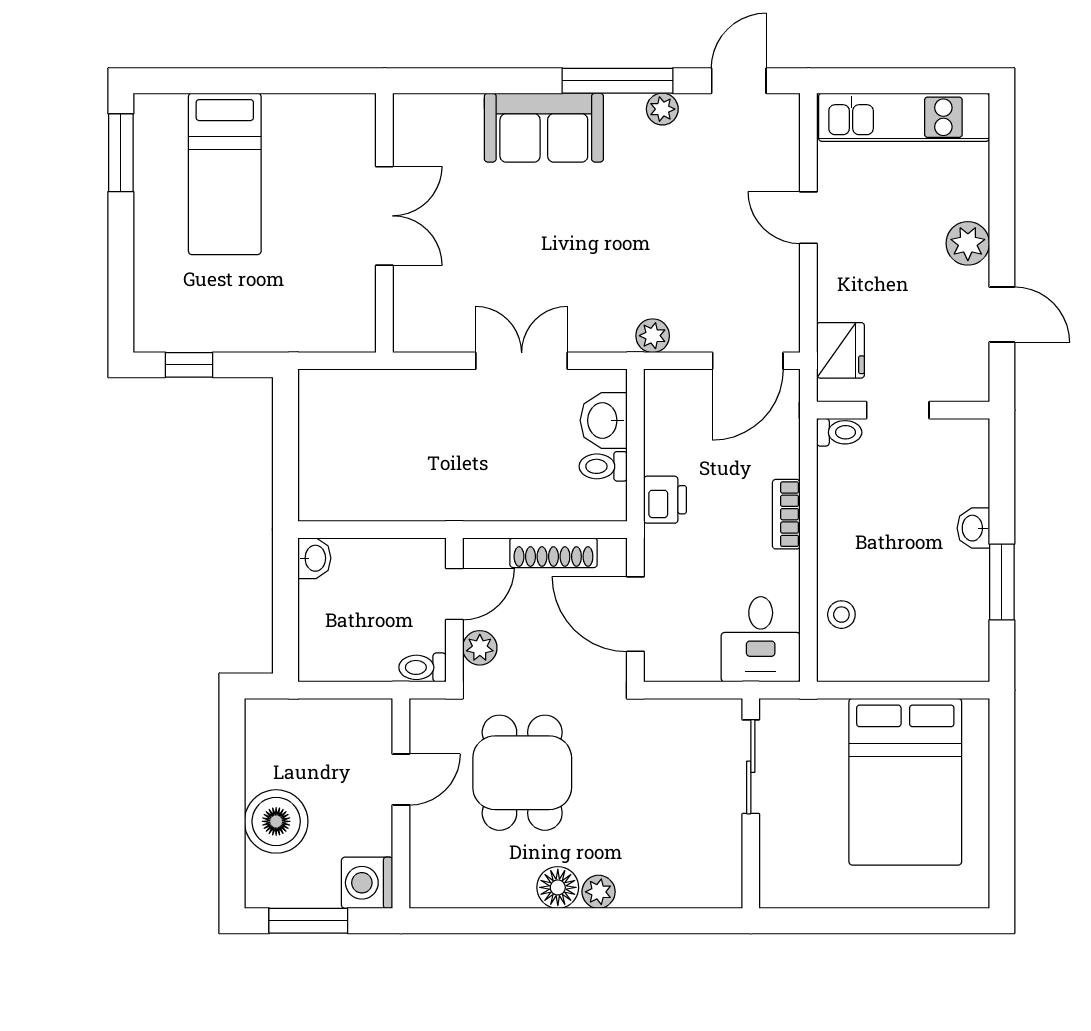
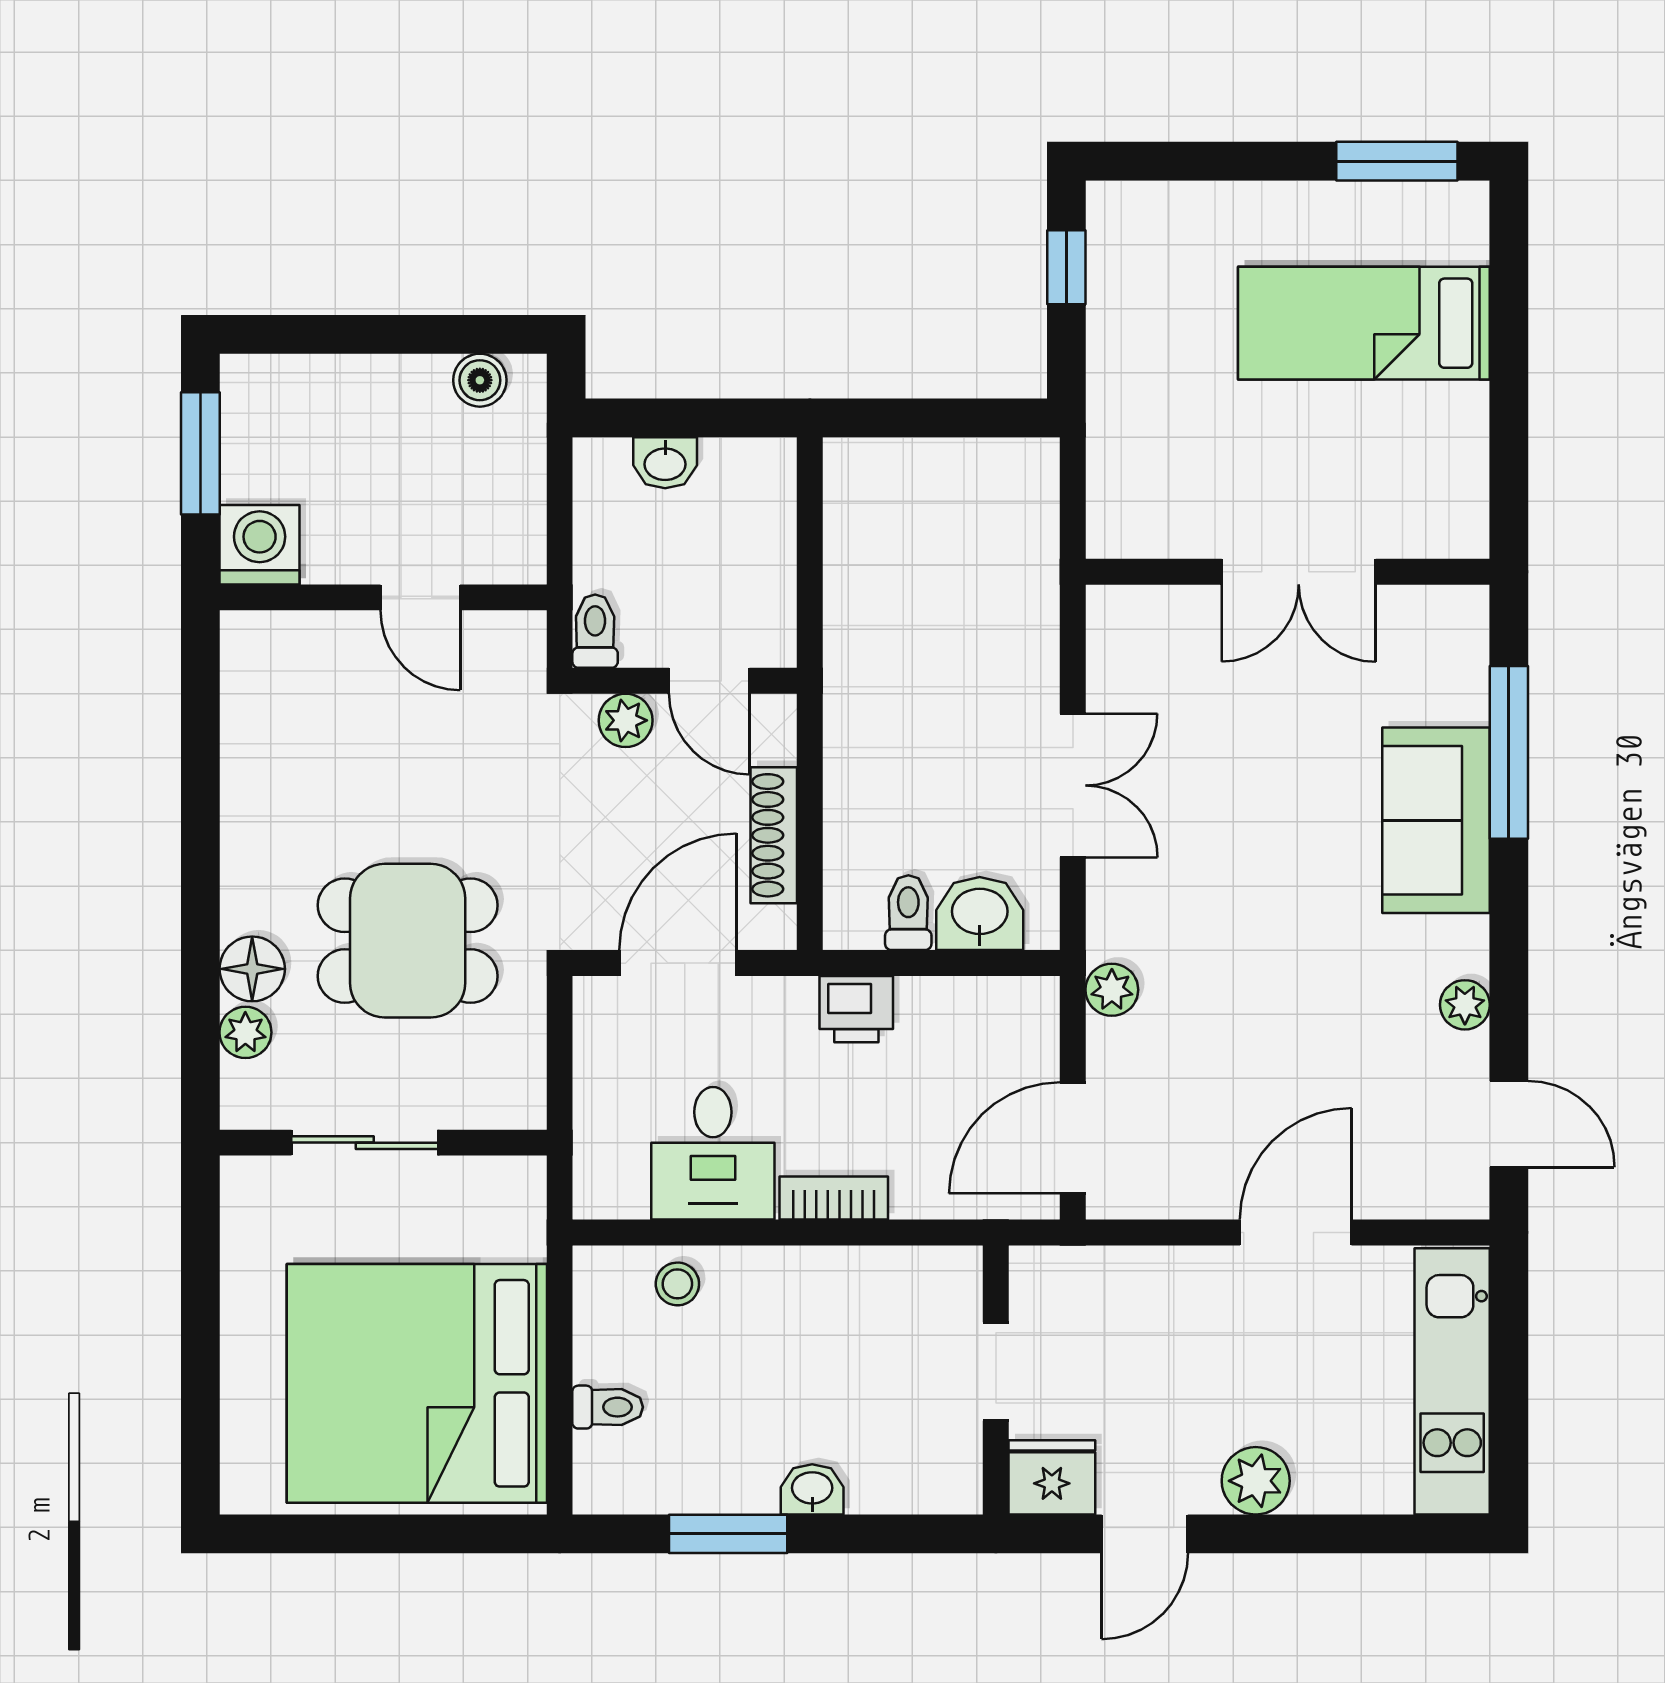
window: (617, 81) -> (1509, 752), moved
door: (808, 218) -> (1296, 1232), width x1.37
fridge: (841, 350) -> (1052, 1477), moved, turned 180
door: (748, 361) -> (1073, 1138), hinge flipped
toilet: (839, 432) -> (608, 1407), moved, turned -90
washbasin: (314, 558) -> (665, 463), moved
desk: (761, 639) -> (713, 1153), moved, turned -90
sliding door: (751, 767) -> (365, 1143), moved
dining table: (522, 773) -> (408, 941), moved
bed: (905, 782) -> (417, 1383), width x1.36
boiler: (276, 821) -> (480, 380), moved, width x0.54, depth x0.54
floor lamp: (558, 887) -> (252, 969), moved
plant: (599, 892) -> (245, 1032), moved

